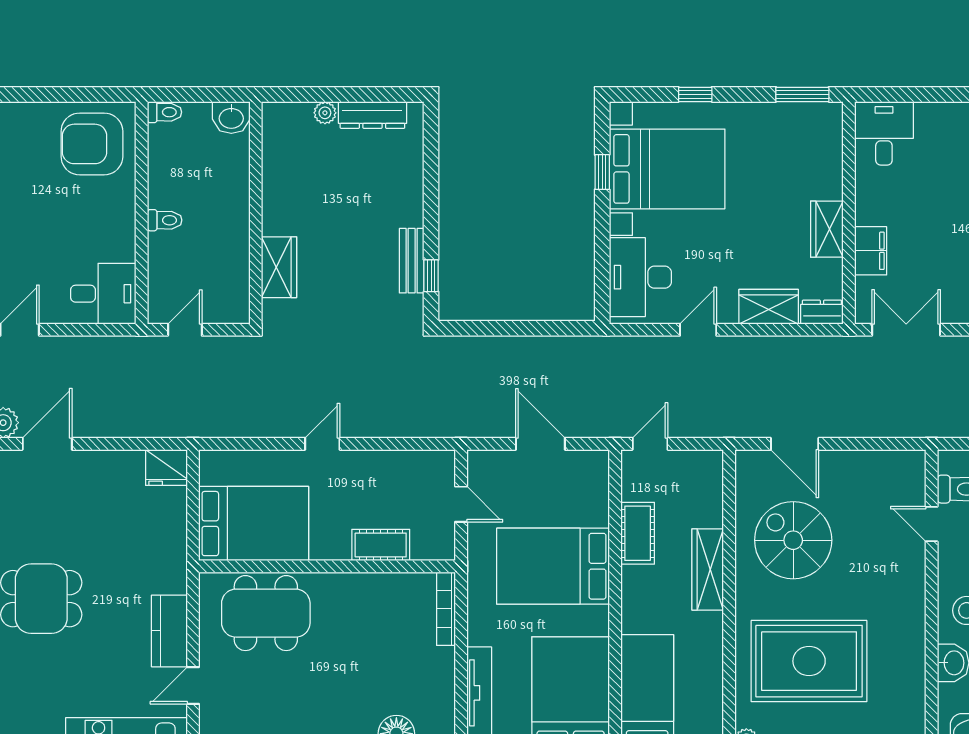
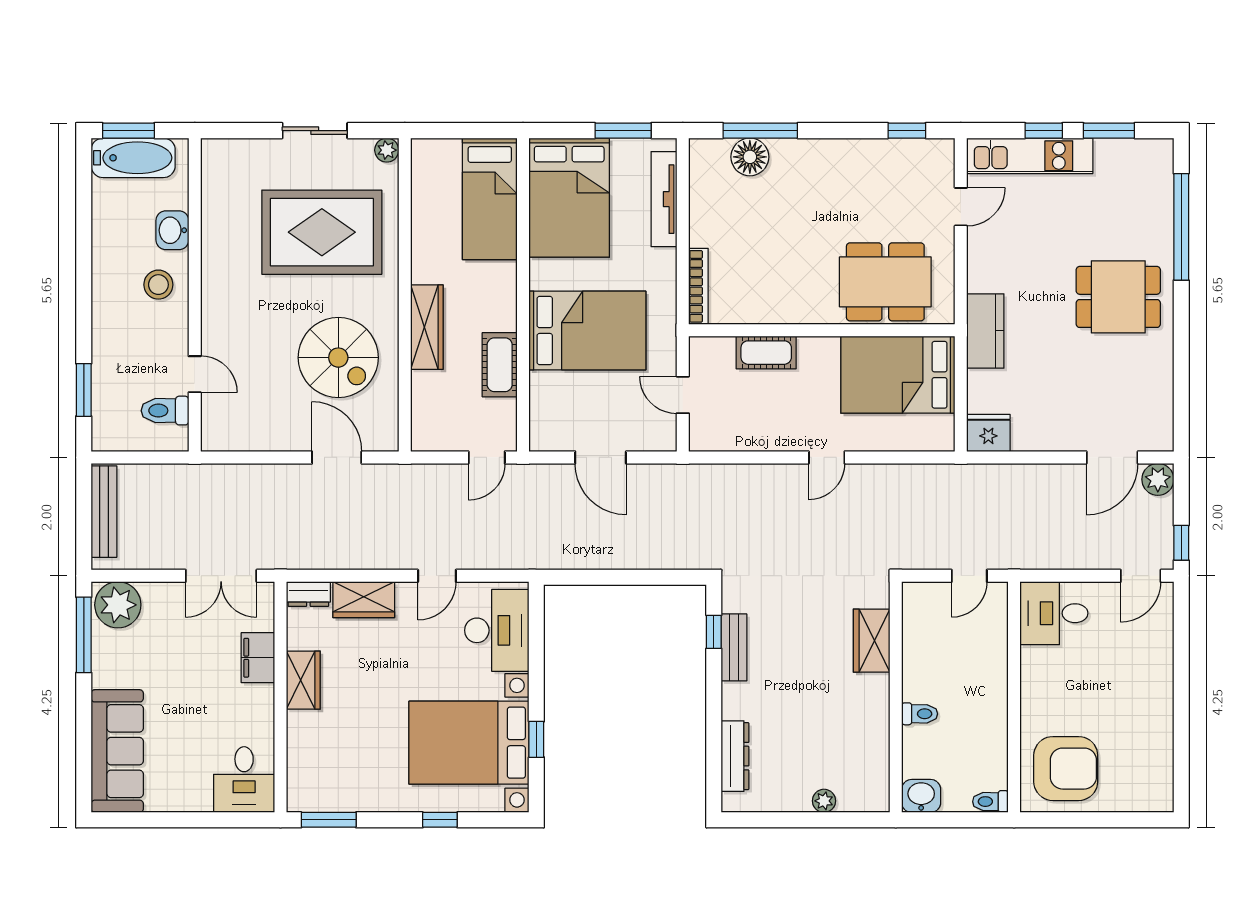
dresser: (372, 115) -> (735, 756), moved, turned 90
toilet: (165, 220) -> (920, 714), moved, turned 180
kitchen counter: (169, 631) -> (985, 331), moved

